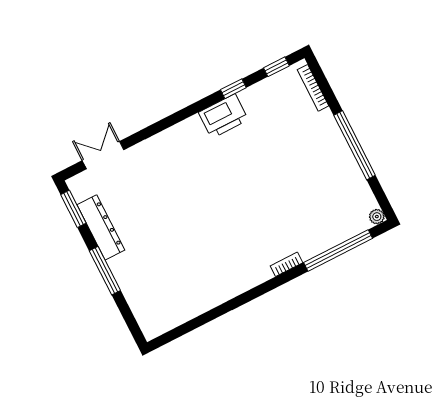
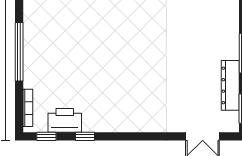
printer: (223, 116) -> (65, 120), moved

